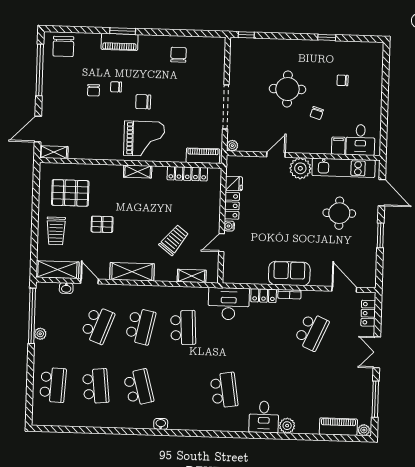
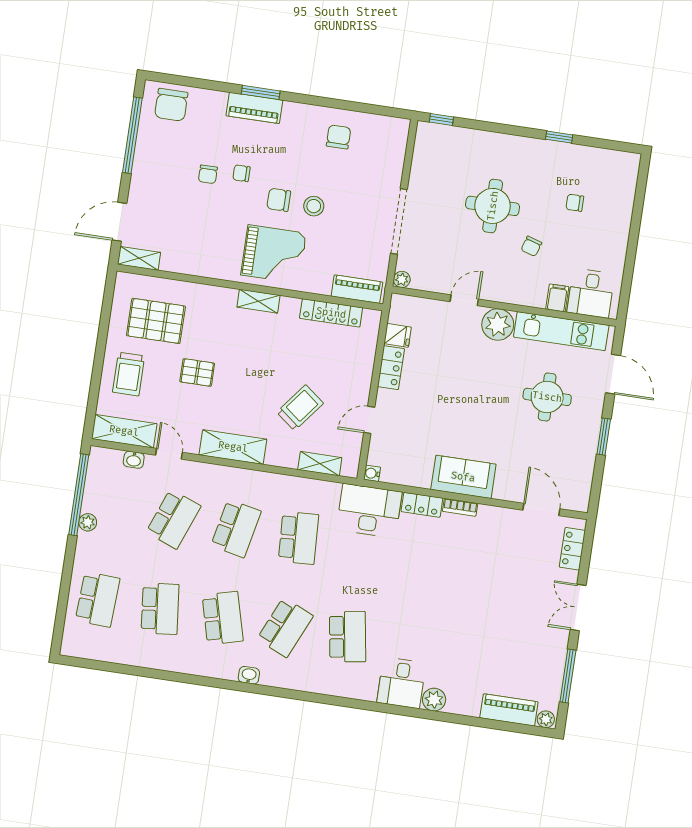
stool: (167, 103) -> (314, 206), added
water cooler: (229, 226) -> (372, 473), moved
school desk: (311, 332) -> (285, 627), moved

